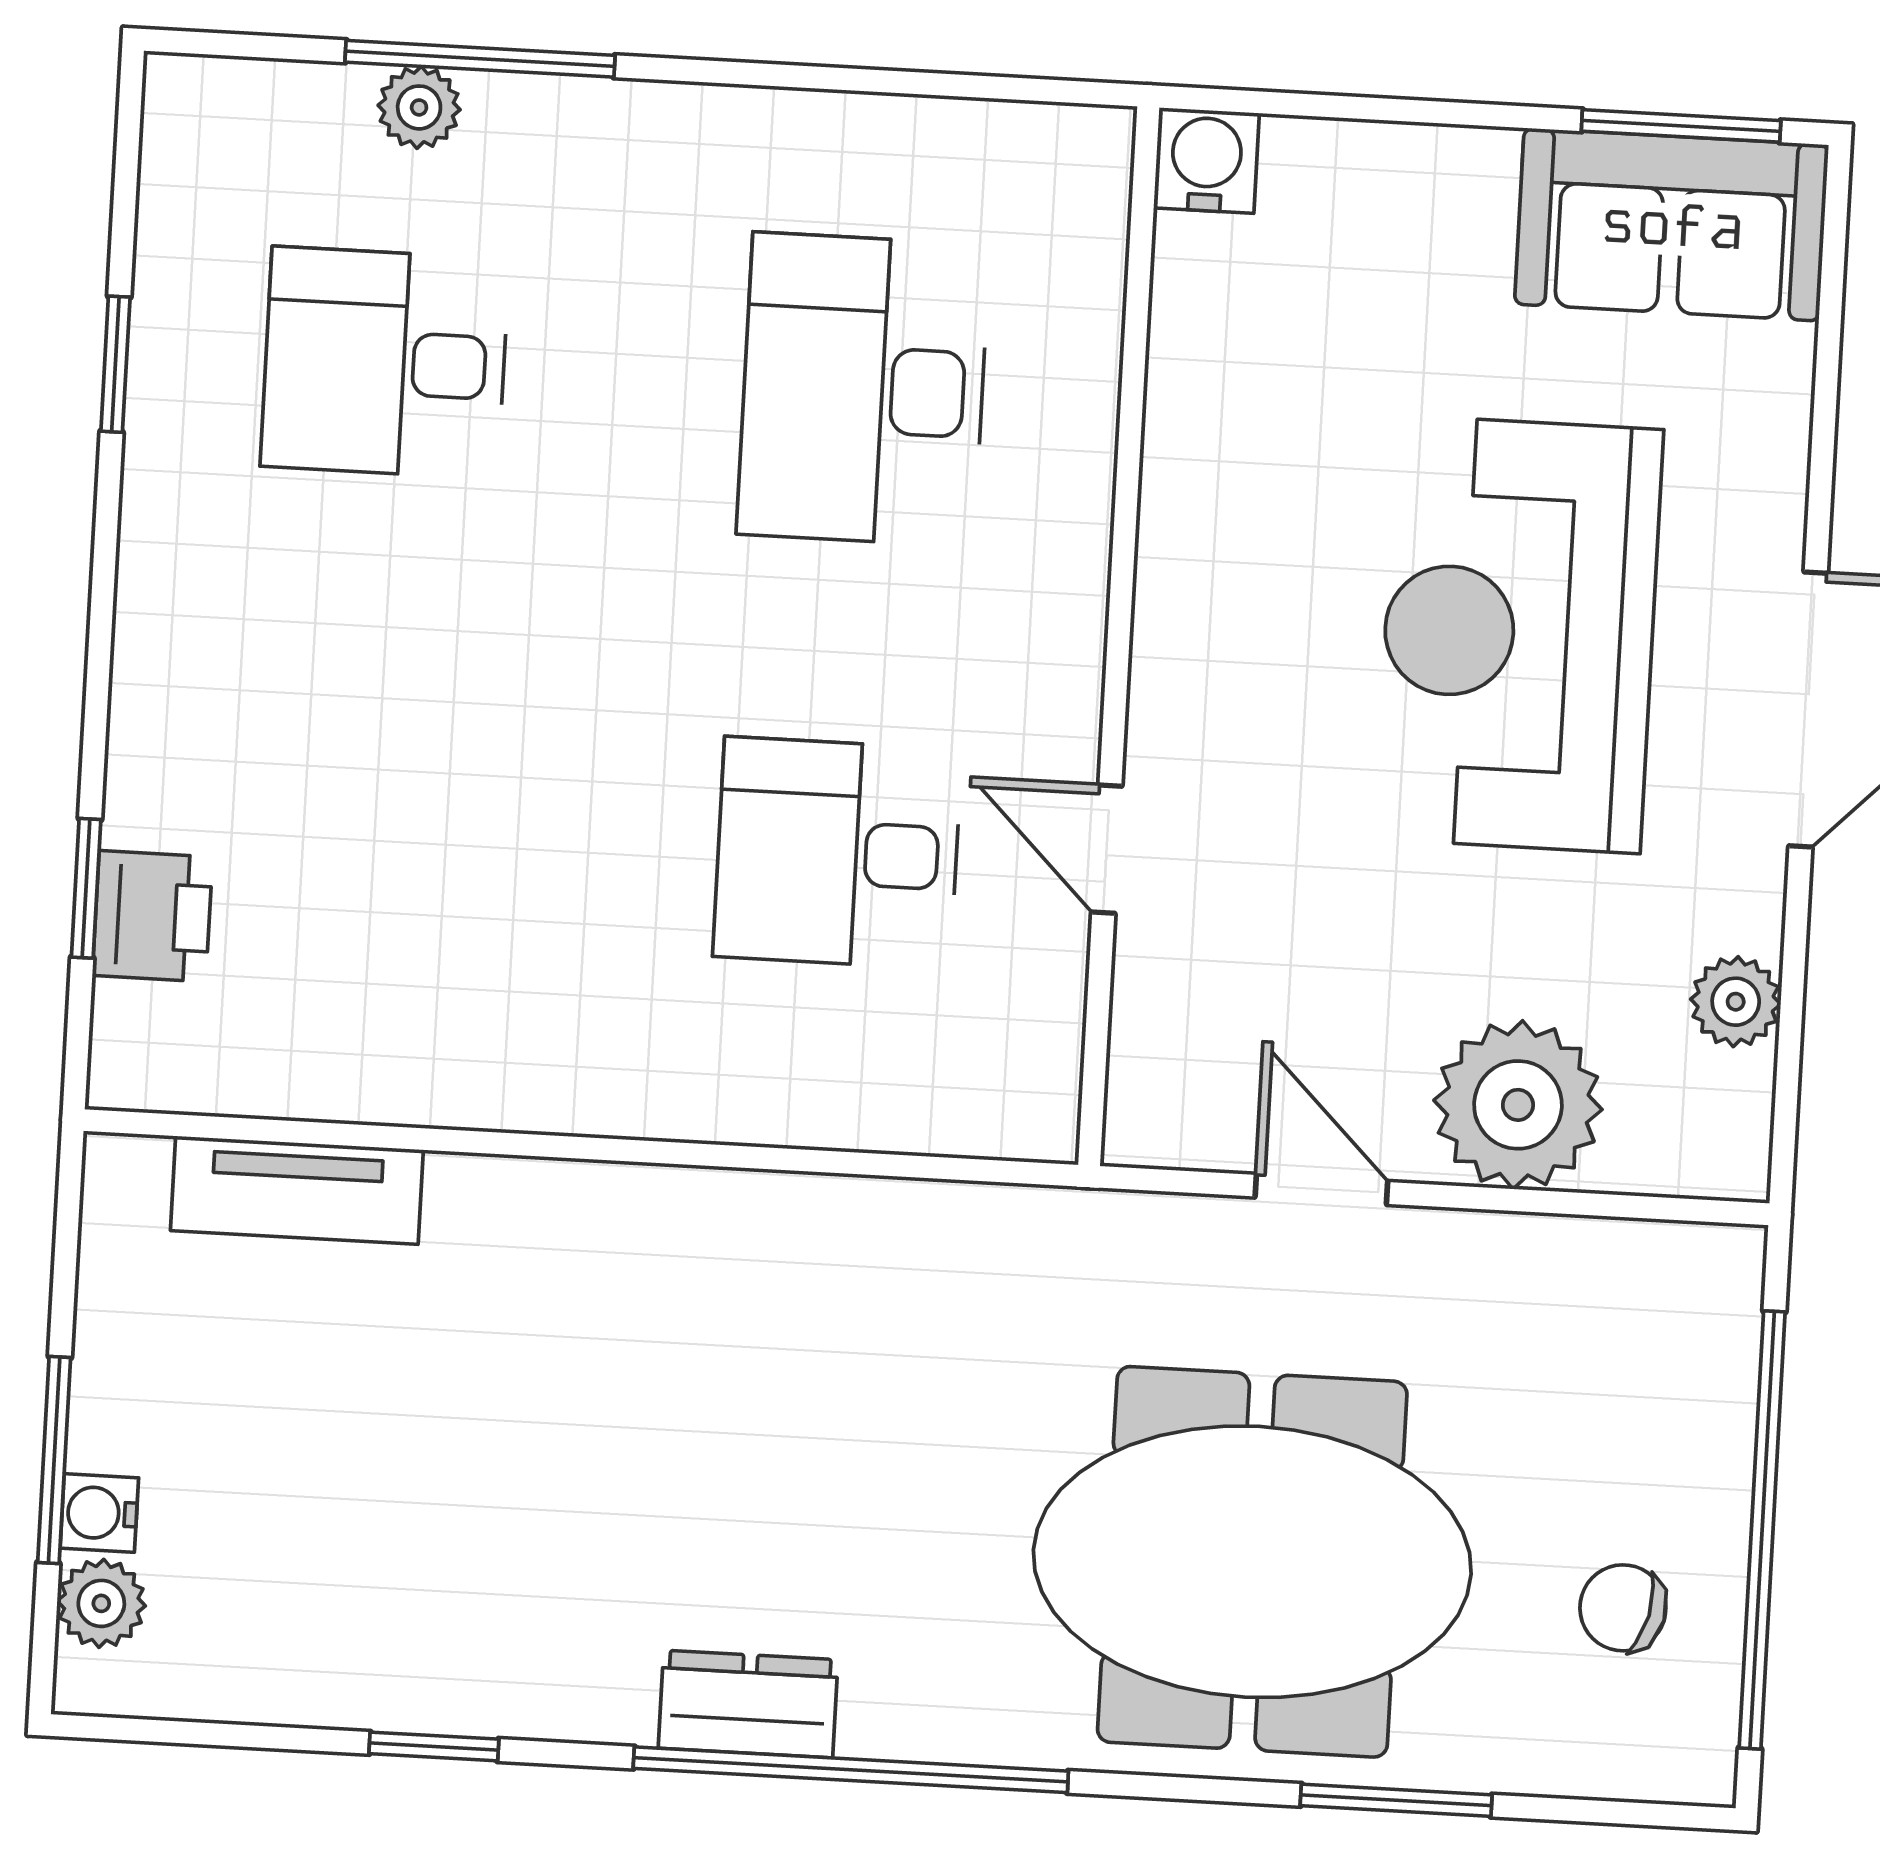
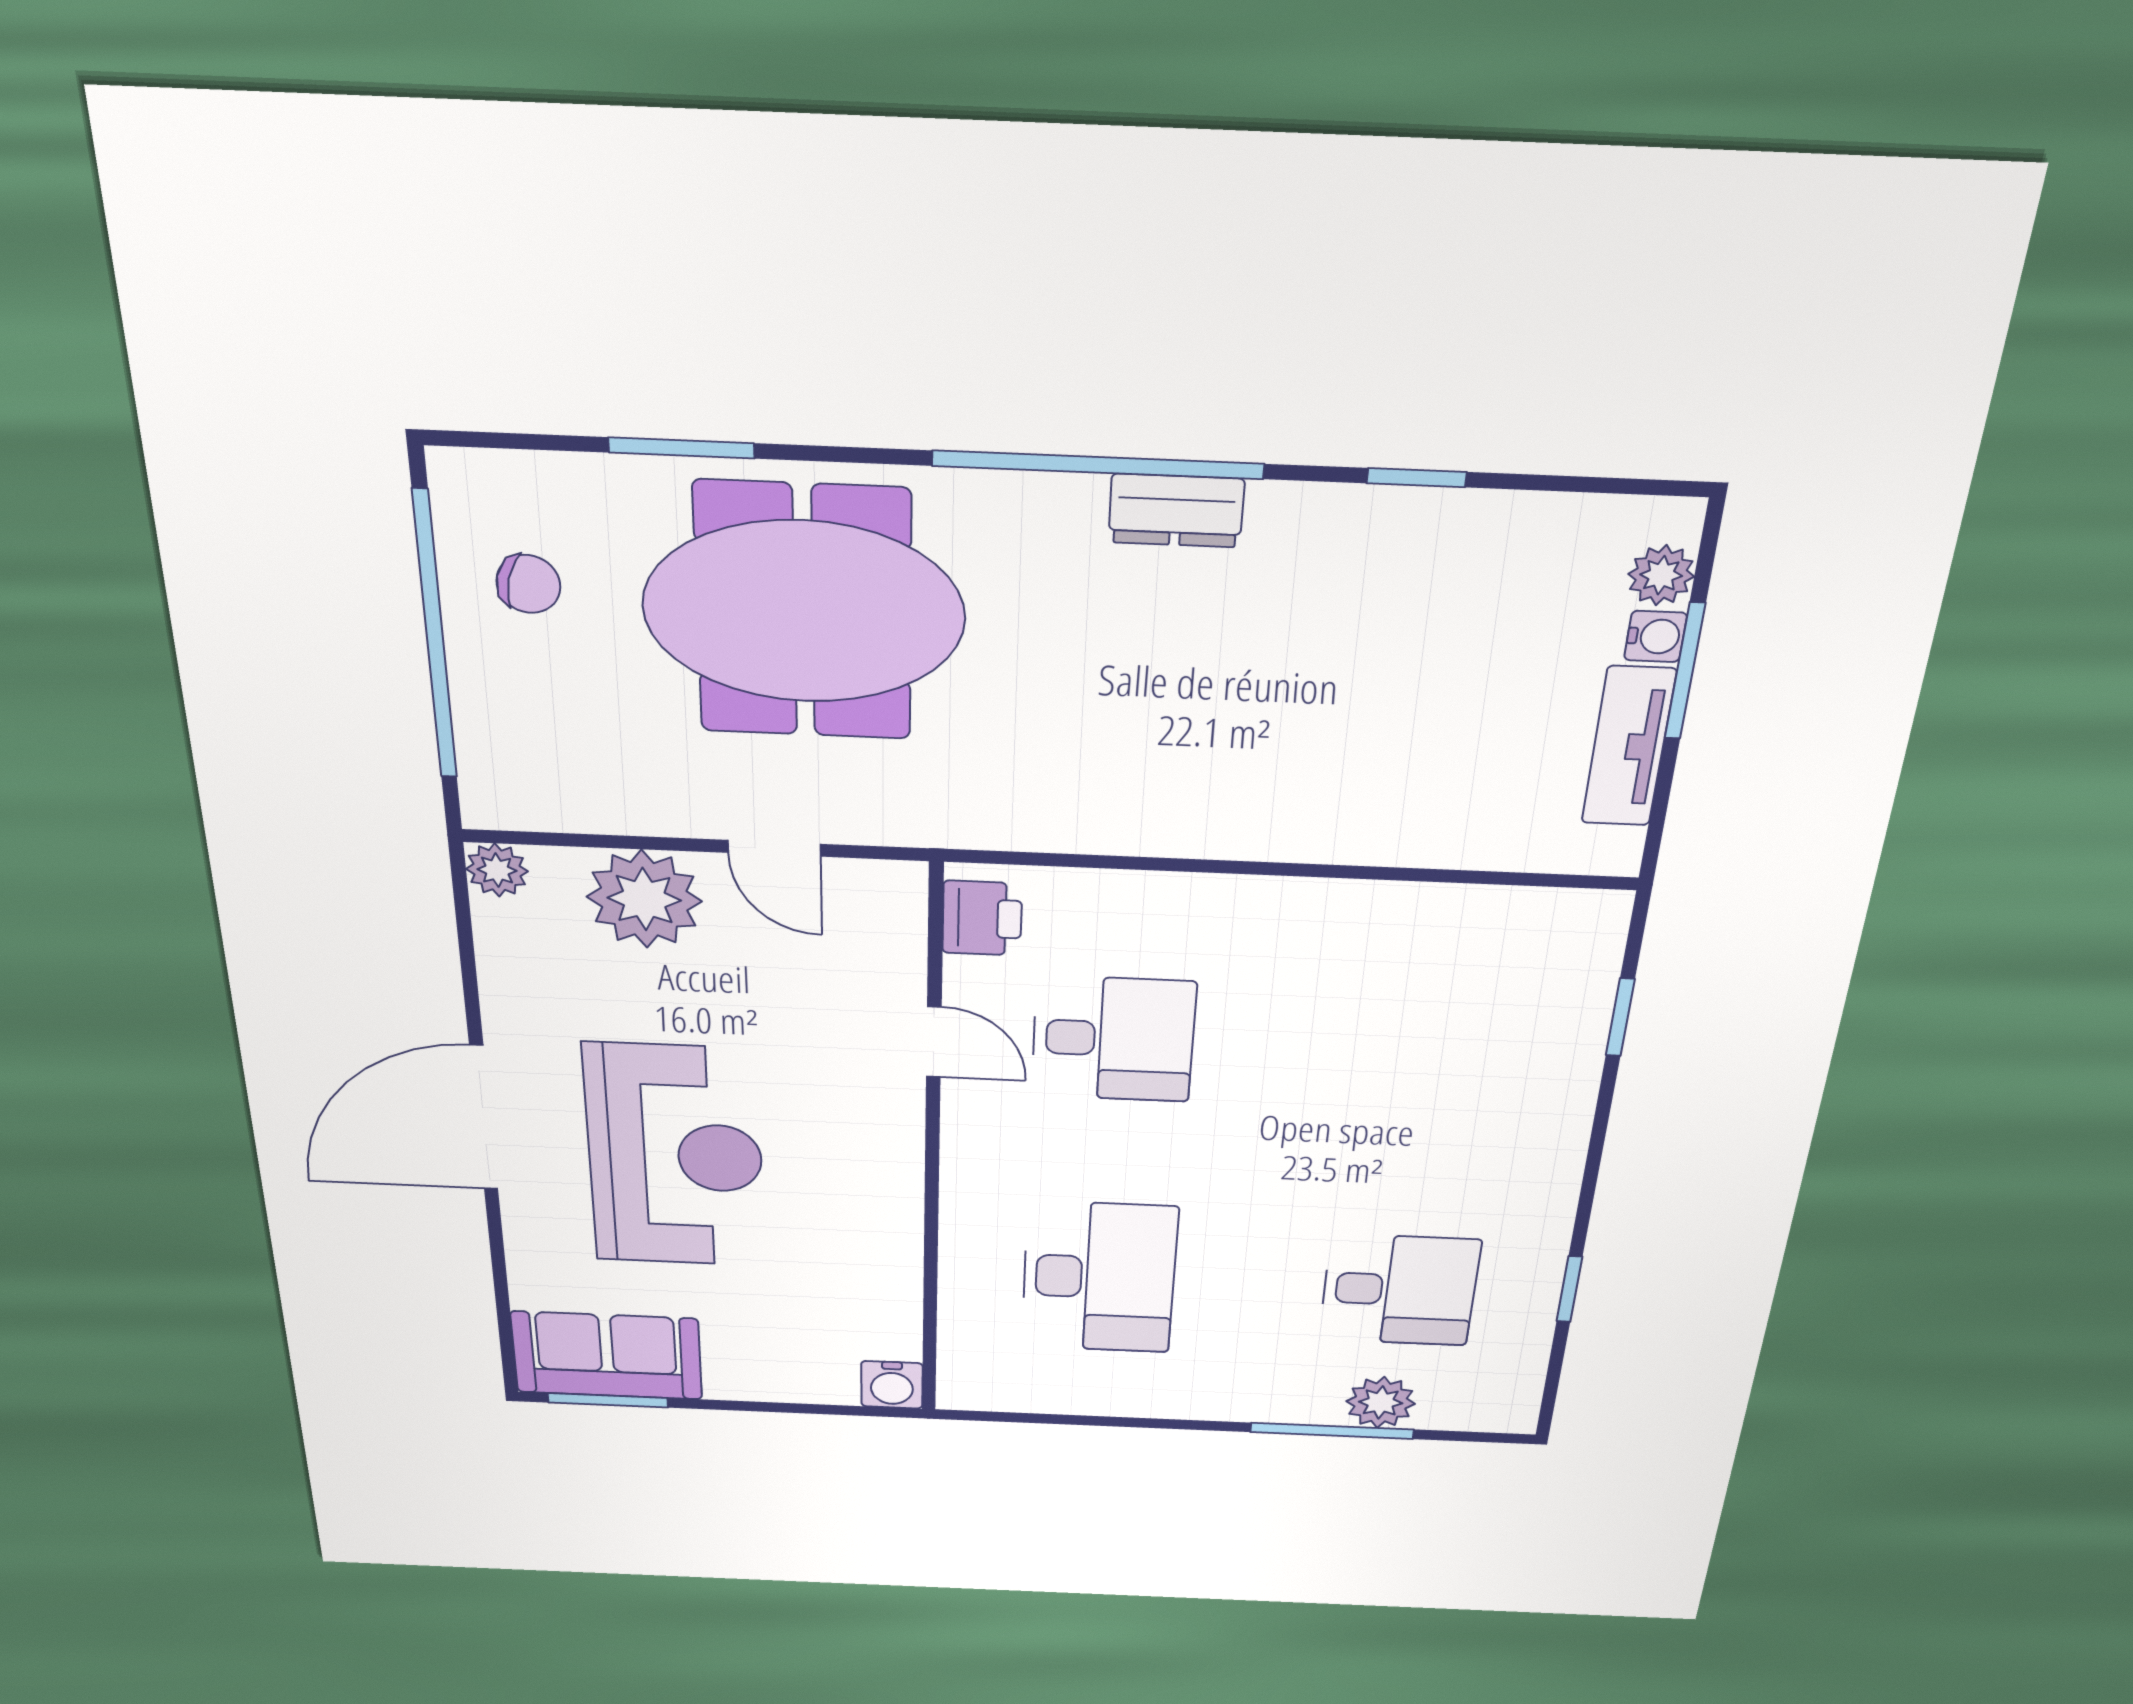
plant: (419, 107) -> (1381, 1402), width x1.38, depth x1.38
printer: (152, 916) -> (982, 918), moved, turned 180
plant: (1736, 1002) -> (497, 870), moved
tv unit: (297, 1190) -> (1629, 747), moved, turned -90

